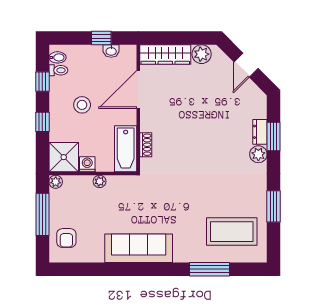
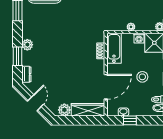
dresser: (260, 132) -> (26, 74), moved

